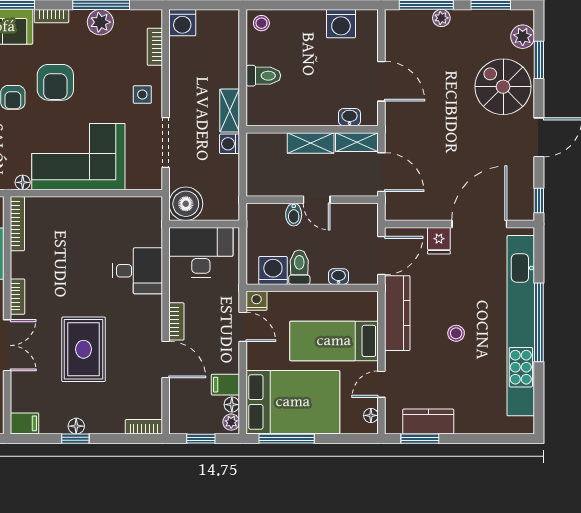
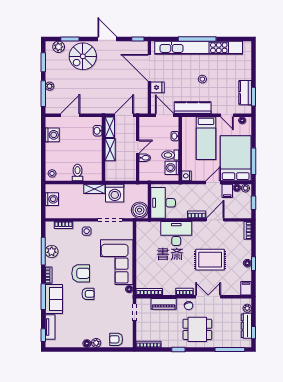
washing machine: (182, 23) -> (52, 199), moved
door: (381, 81) -> (70, 115), moved
washing machine: (230, 144) -> (115, 193), width x1.89, depth x1.89
desk: (137, 271) -> (176, 234), width x1.37
door: (243, 327) -> (213, 183), moved

